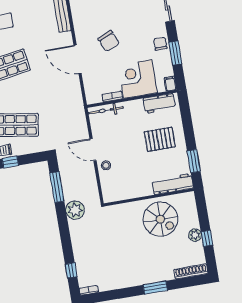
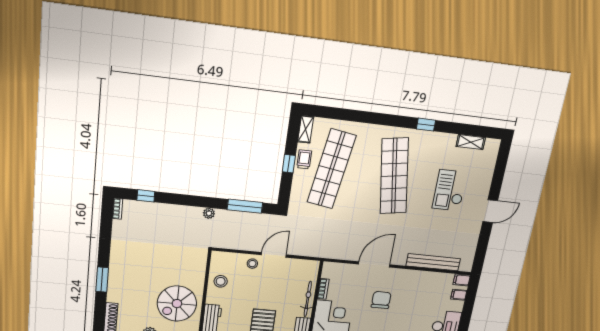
chair: (109, 41) -> (381, 300), turned 113
bicycle: (106, 110) -> (308, 299), moved
stool: (130, 188) -> (221, 281), added
plant: (75, 210) -> (209, 213), width x0.53, depth x0.53

